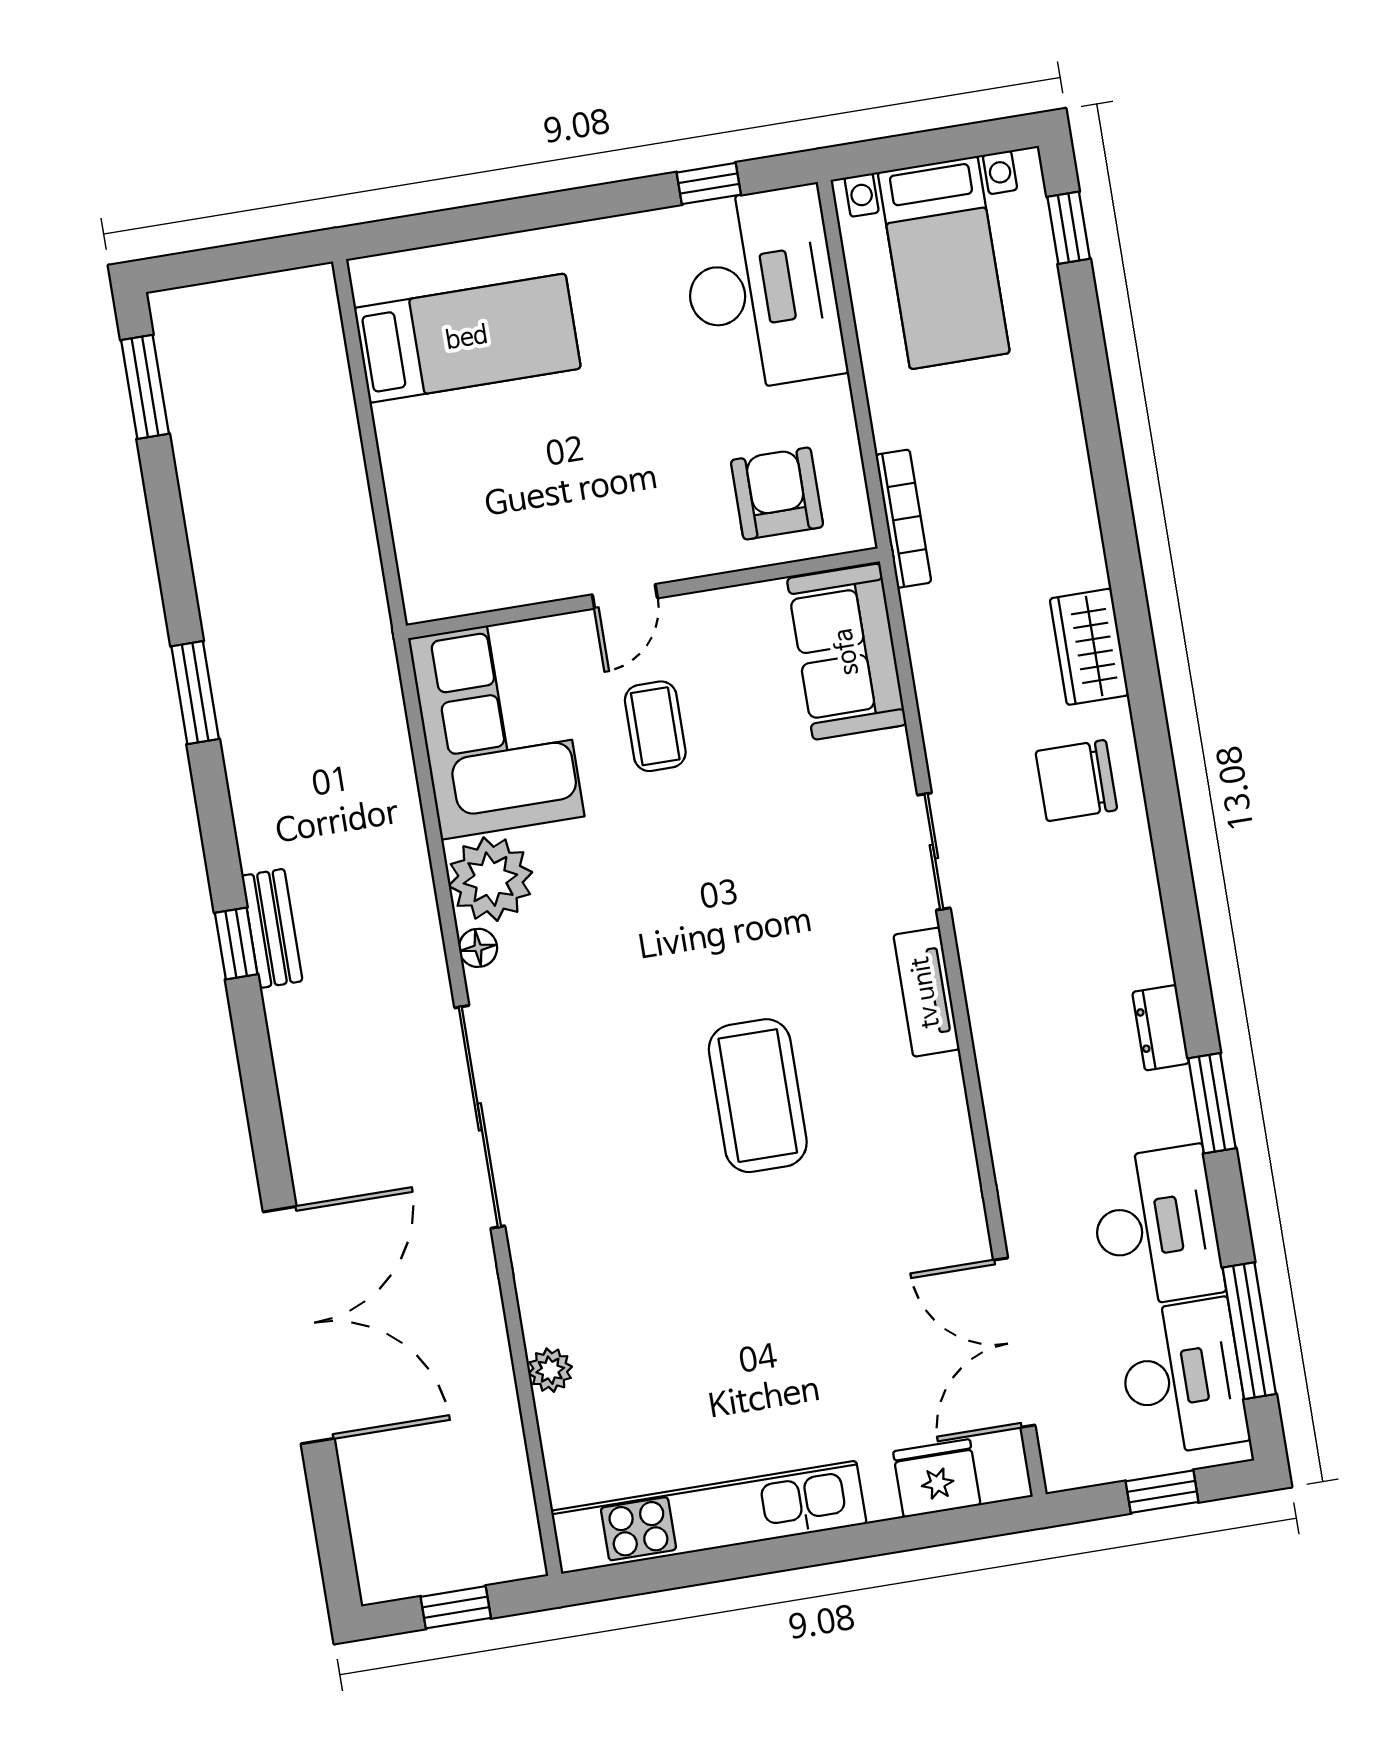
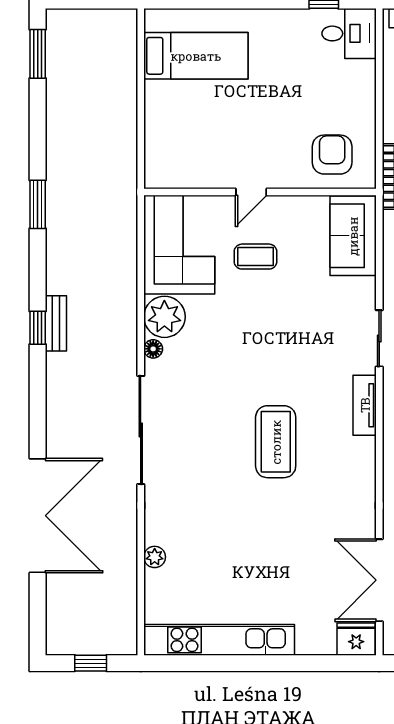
desk: (762, 289) -> (349, 33), width x0.53, depth x0.77
coffee table: (655, 726) -> (255, 257), turned 90
fridge: (937, 1478) -> (356, 639), moved

